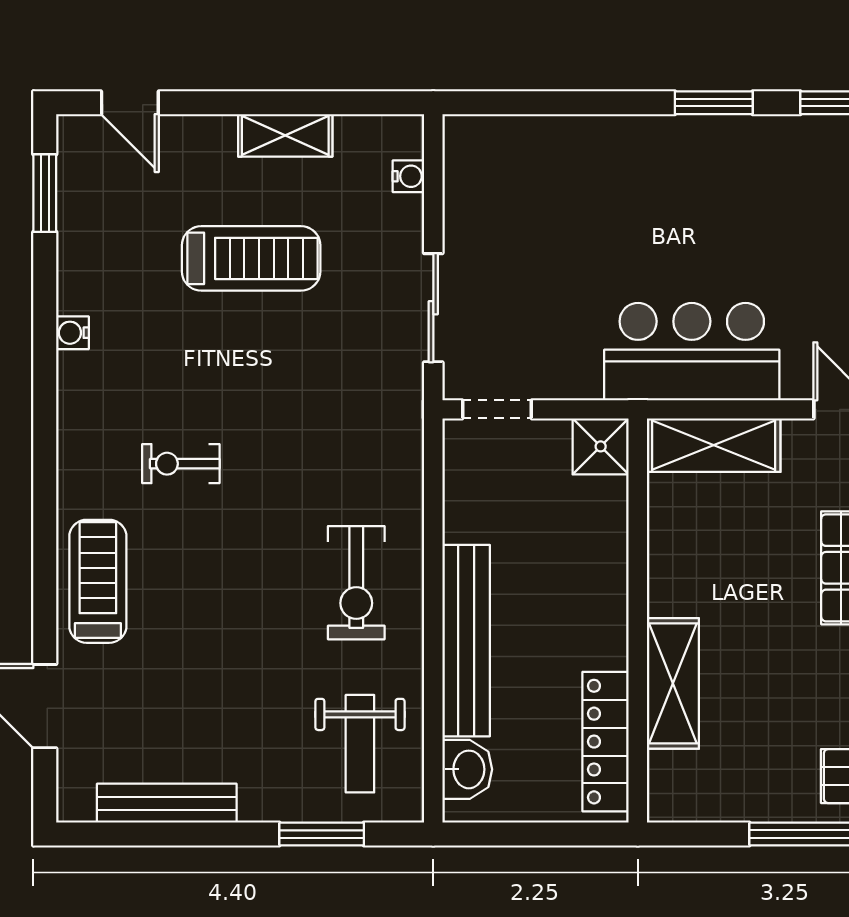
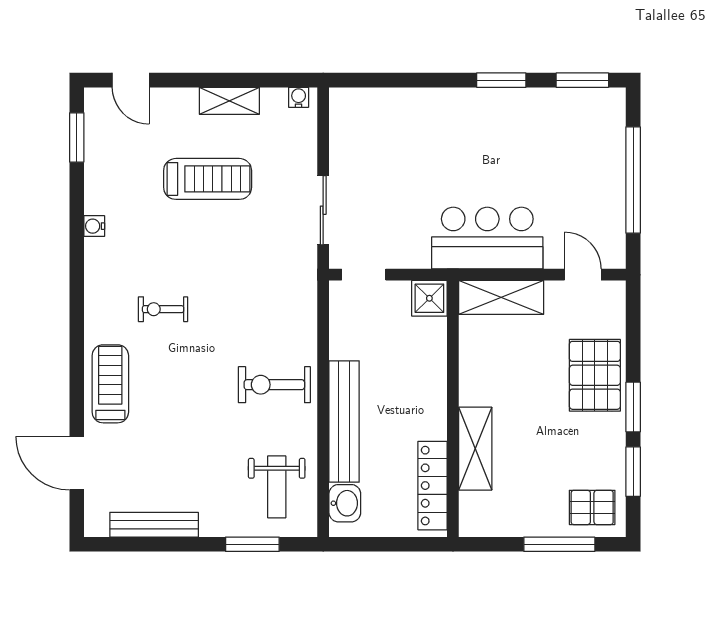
water cooler: (408, 176) -> (299, 97), moved, turned -90
exercise bike: (356, 583) -> (274, 385), turned 90

